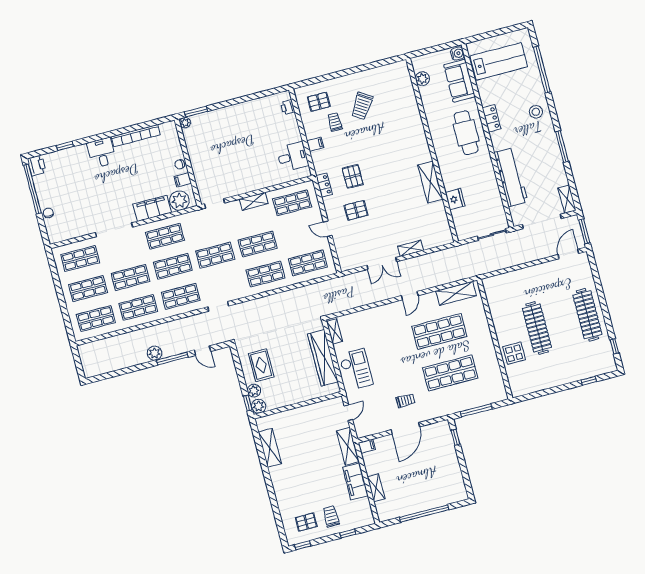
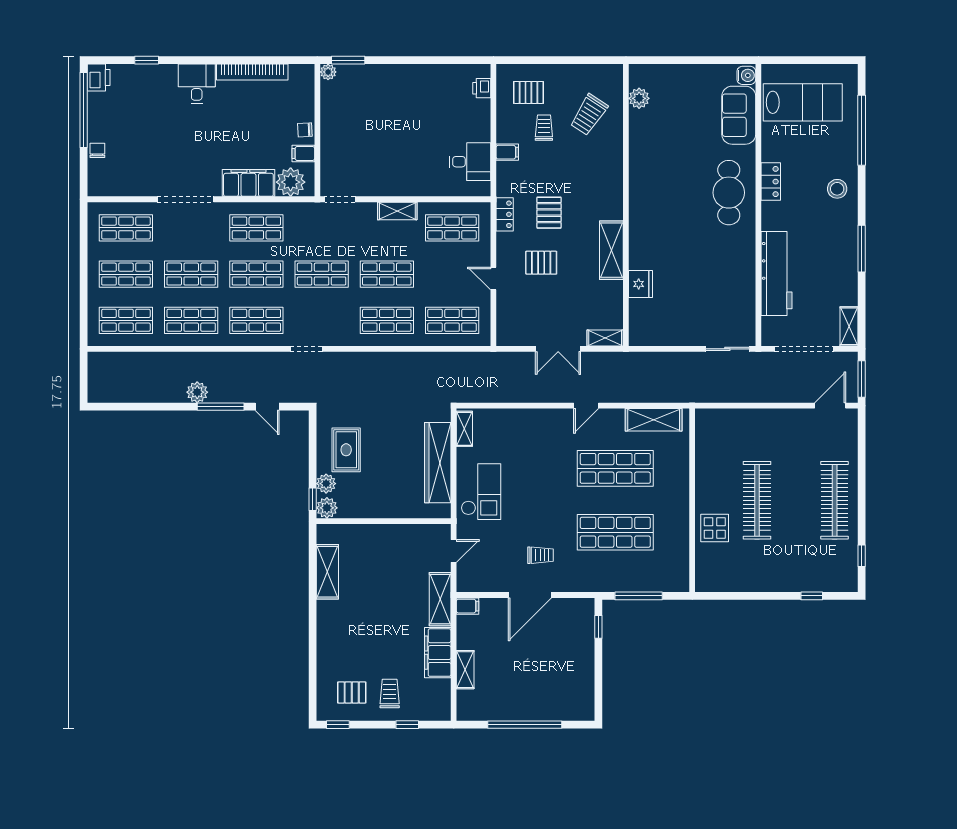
plant: (422, 79) -> (639, 98), moved
wall: (432, 150) -> (626, 205), moved
shelving: (430, 182) -> (611, 250), moved
fridge: (455, 199) -> (641, 284), moved

